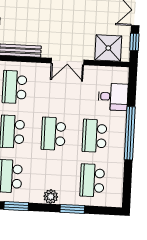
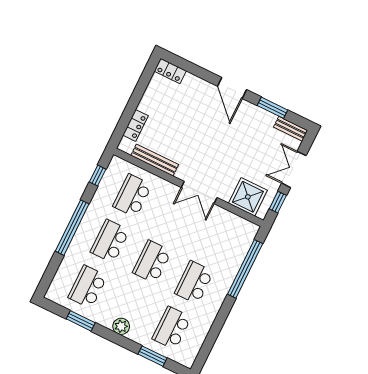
desk: (113, 97) -> (231, 250), removed
window: (130, 133) -> (245, 269), moved
window: (72, 209) -> (152, 356), moved

